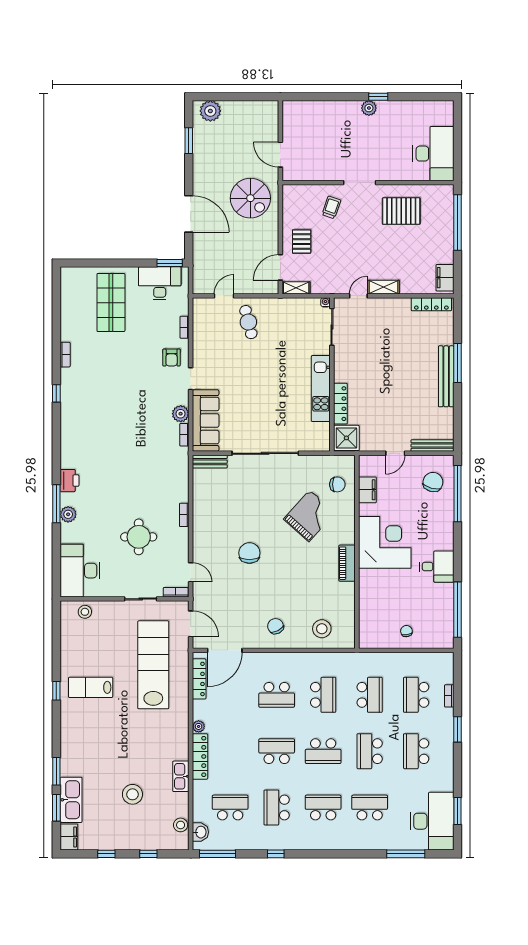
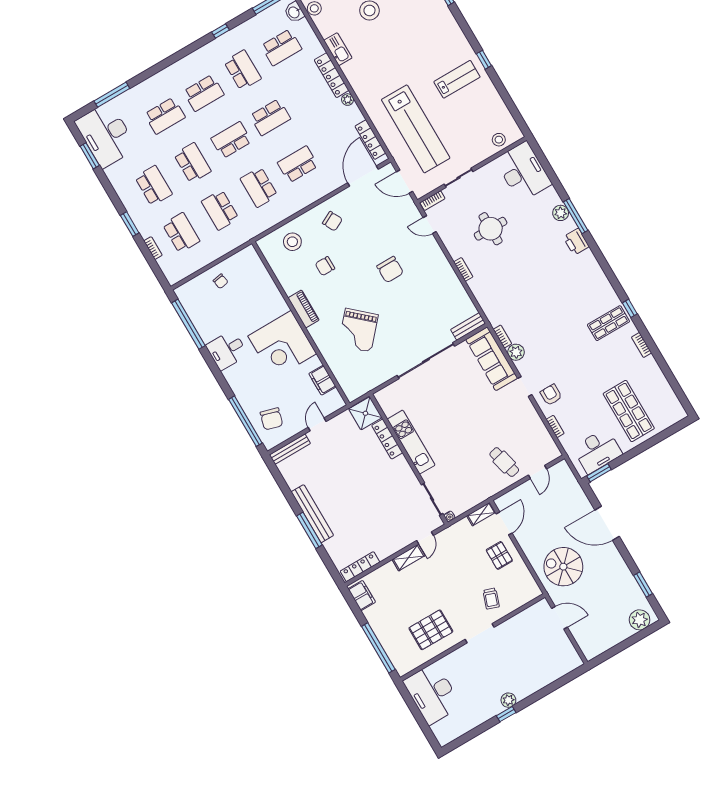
shop shelf: (83, 391) -> (608, 323), added
chair: (337, 484) -> (325, 266), moved

